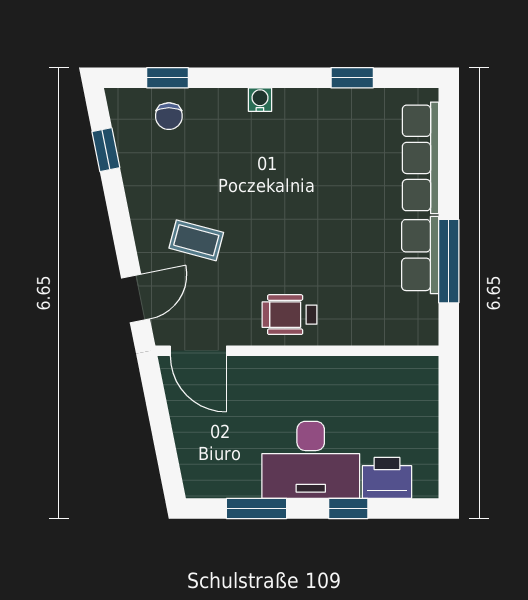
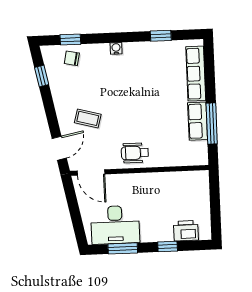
chair: (169, 116) -> (72, 58), turned 102
desk: (311, 460) -> (115, 225), moved

